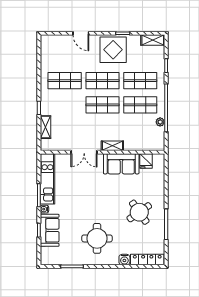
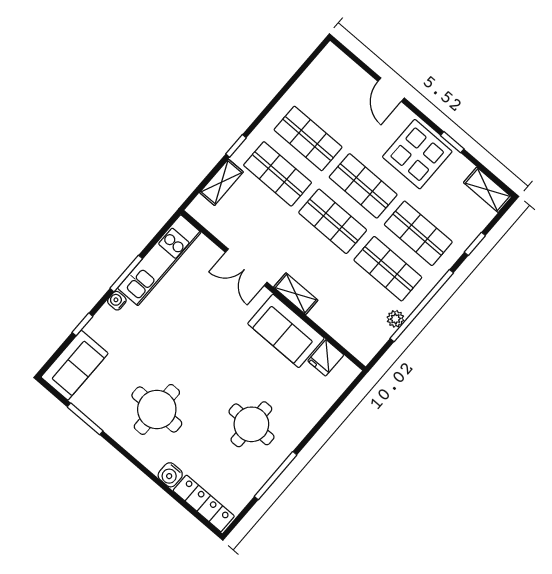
shop shelf: (65, 105) -> (278, 174), added
round table: (139, 212) -> (251, 424), turned 35
sofa: (50, 230) -> (75, 365), moved

